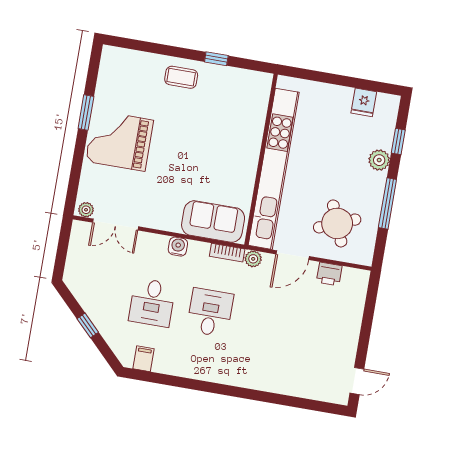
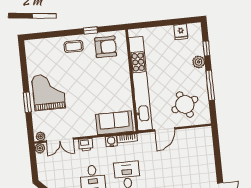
armchair: (234, 93) -> (106, 47), added
window: (86, 112) -> (27, 102), moved
grand piano: (119, 141) -> (49, 92), turned 90
water cooler: (178, 247) -> (111, 141), moved
plant: (253, 259) -> (40, 148), moved
printer: (329, 274) -> (86, 145), moved

